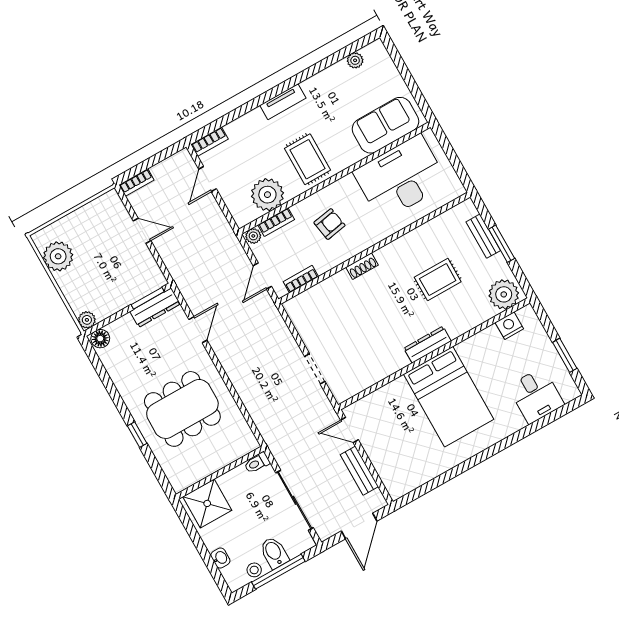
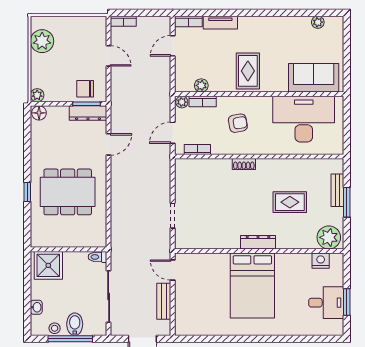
tv unit: (283, 102) -> (220, 23), moved
plant: (267, 195) -> (201, 85), width x0.53, depth x0.53
chair: (137, 282) -> (85, 89), added
desk: (536, 396) -> (326, 303), moved, turned -90

